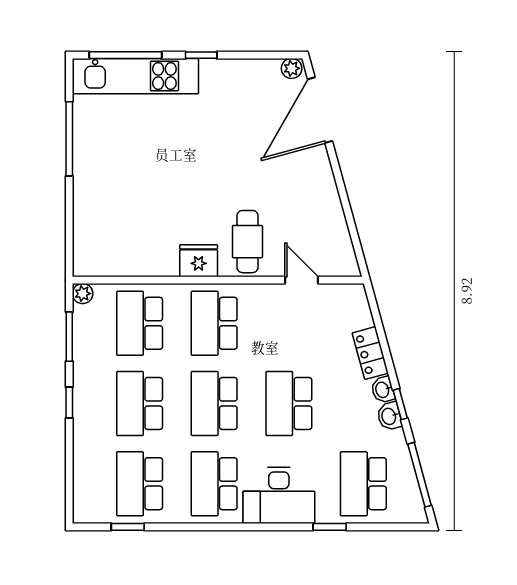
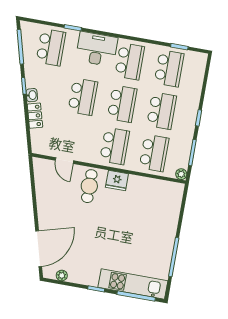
plant: (292, 68) -> (62, 275), moved
washbasin: (389, 416) -> (31, 80), removed

